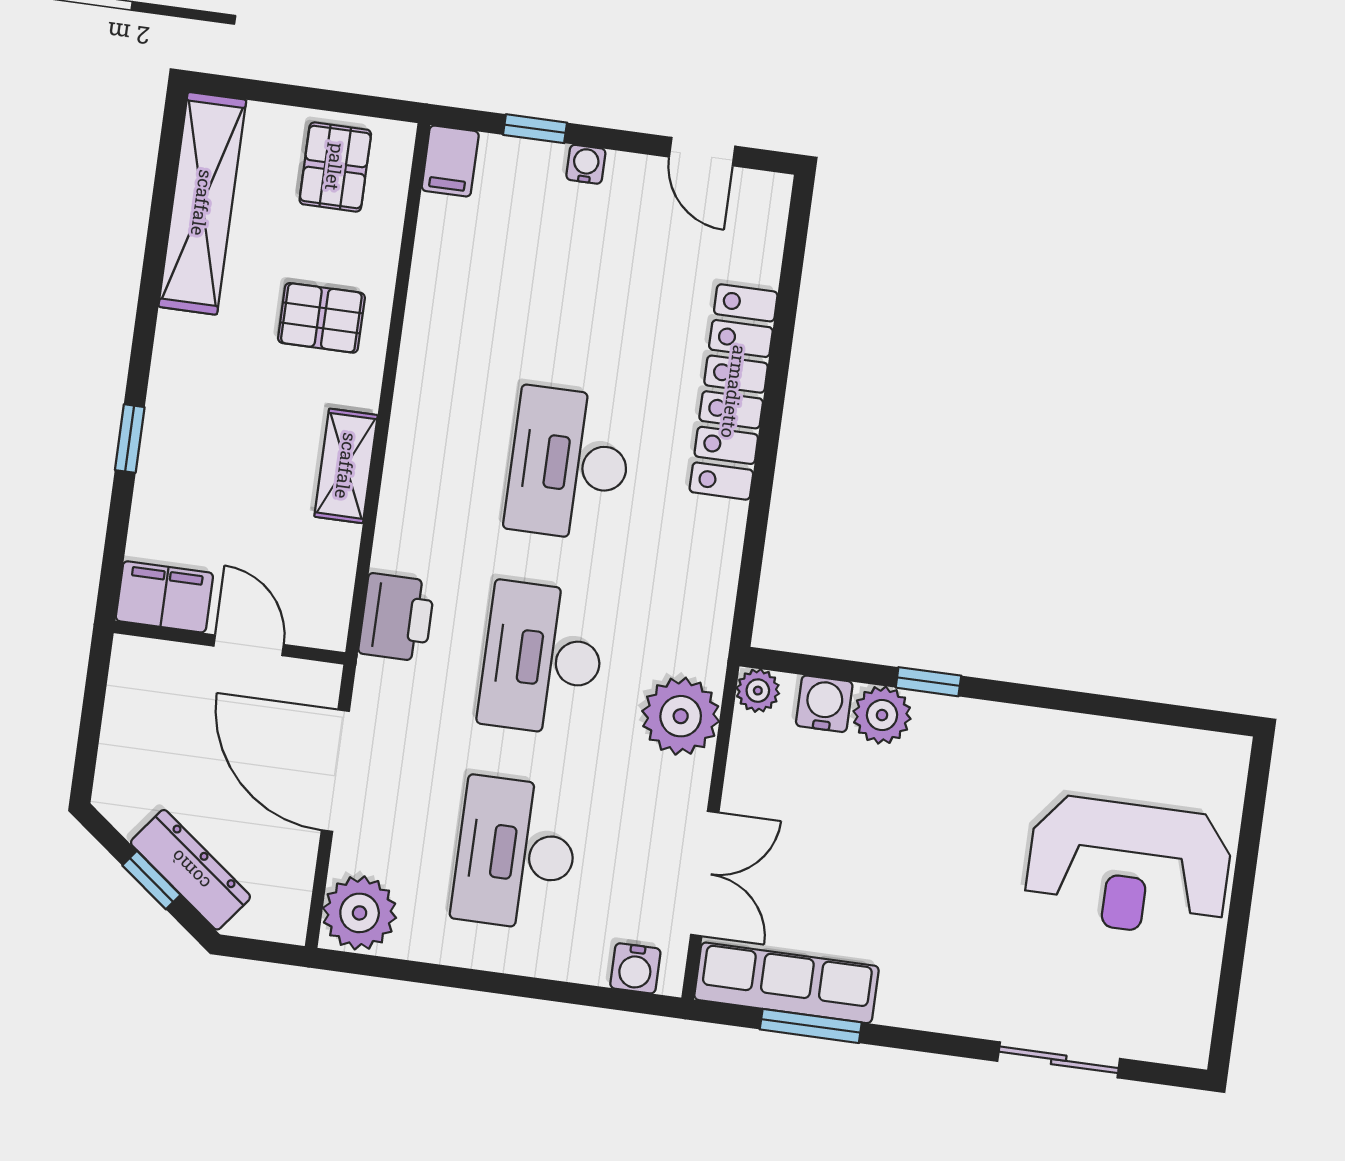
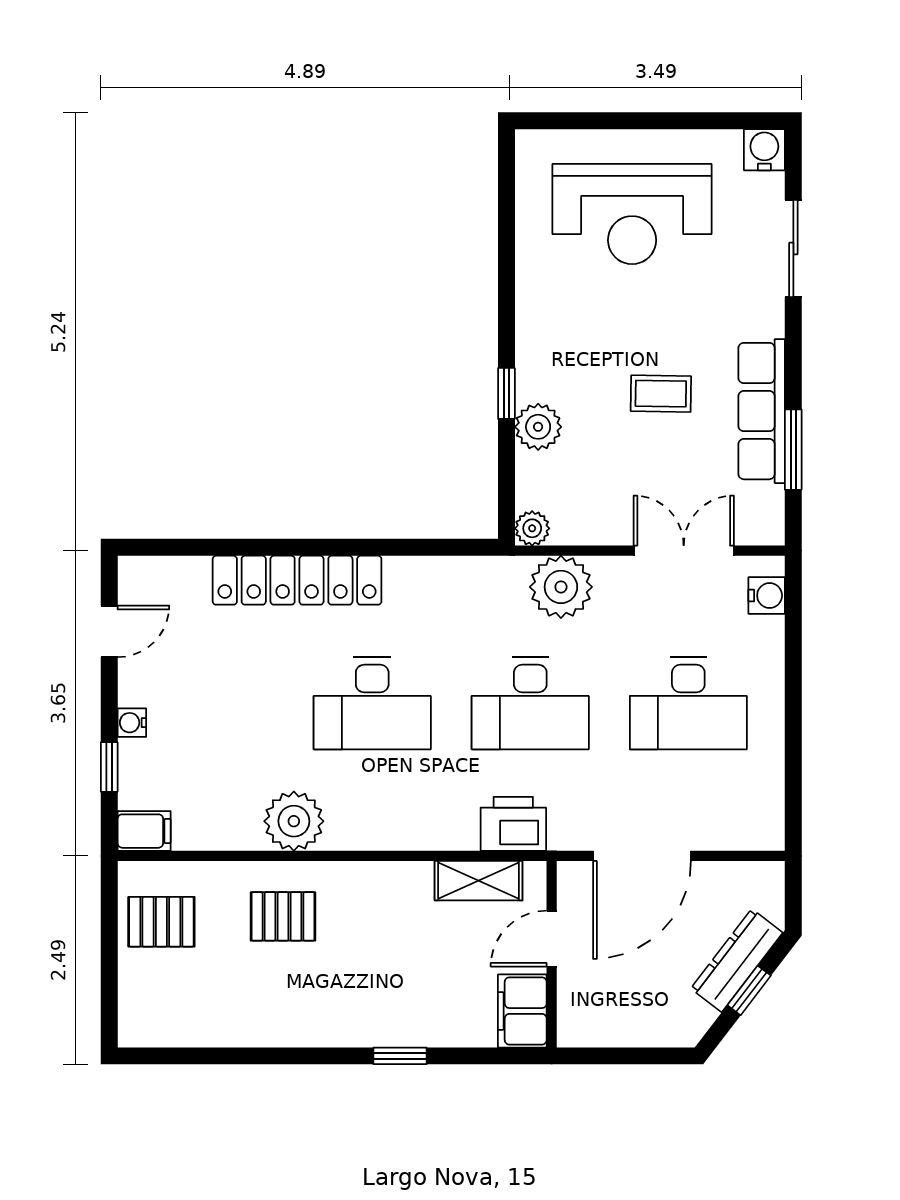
shelving: (202, 203) -> (205, 1024), removed
pallet: (321, 318) -> (283, 916), turned 90
shelving: (346, 466) -> (479, 881), moved
water cooler: (824, 704) -> (764, 150), moved, turned 90
reception desk: (1128, 867) -> (632, 214), turned 90
coffee table: (902, 872) -> (661, 394), added
plant: (360, 913) -> (294, 821), moved
row of seats: (786, 983) -> (762, 411), moved

